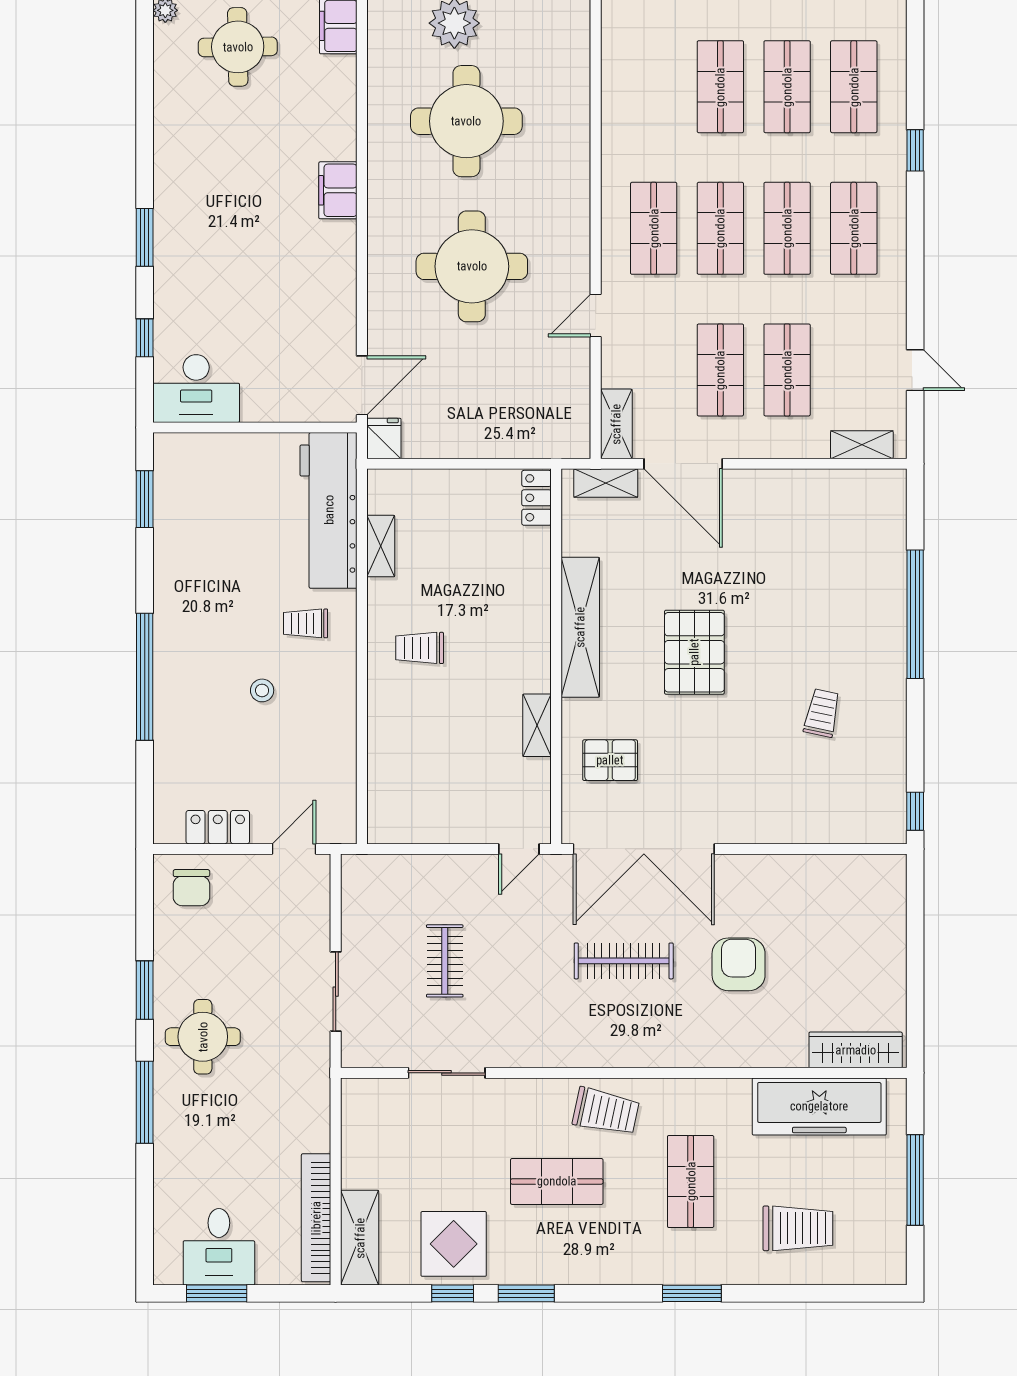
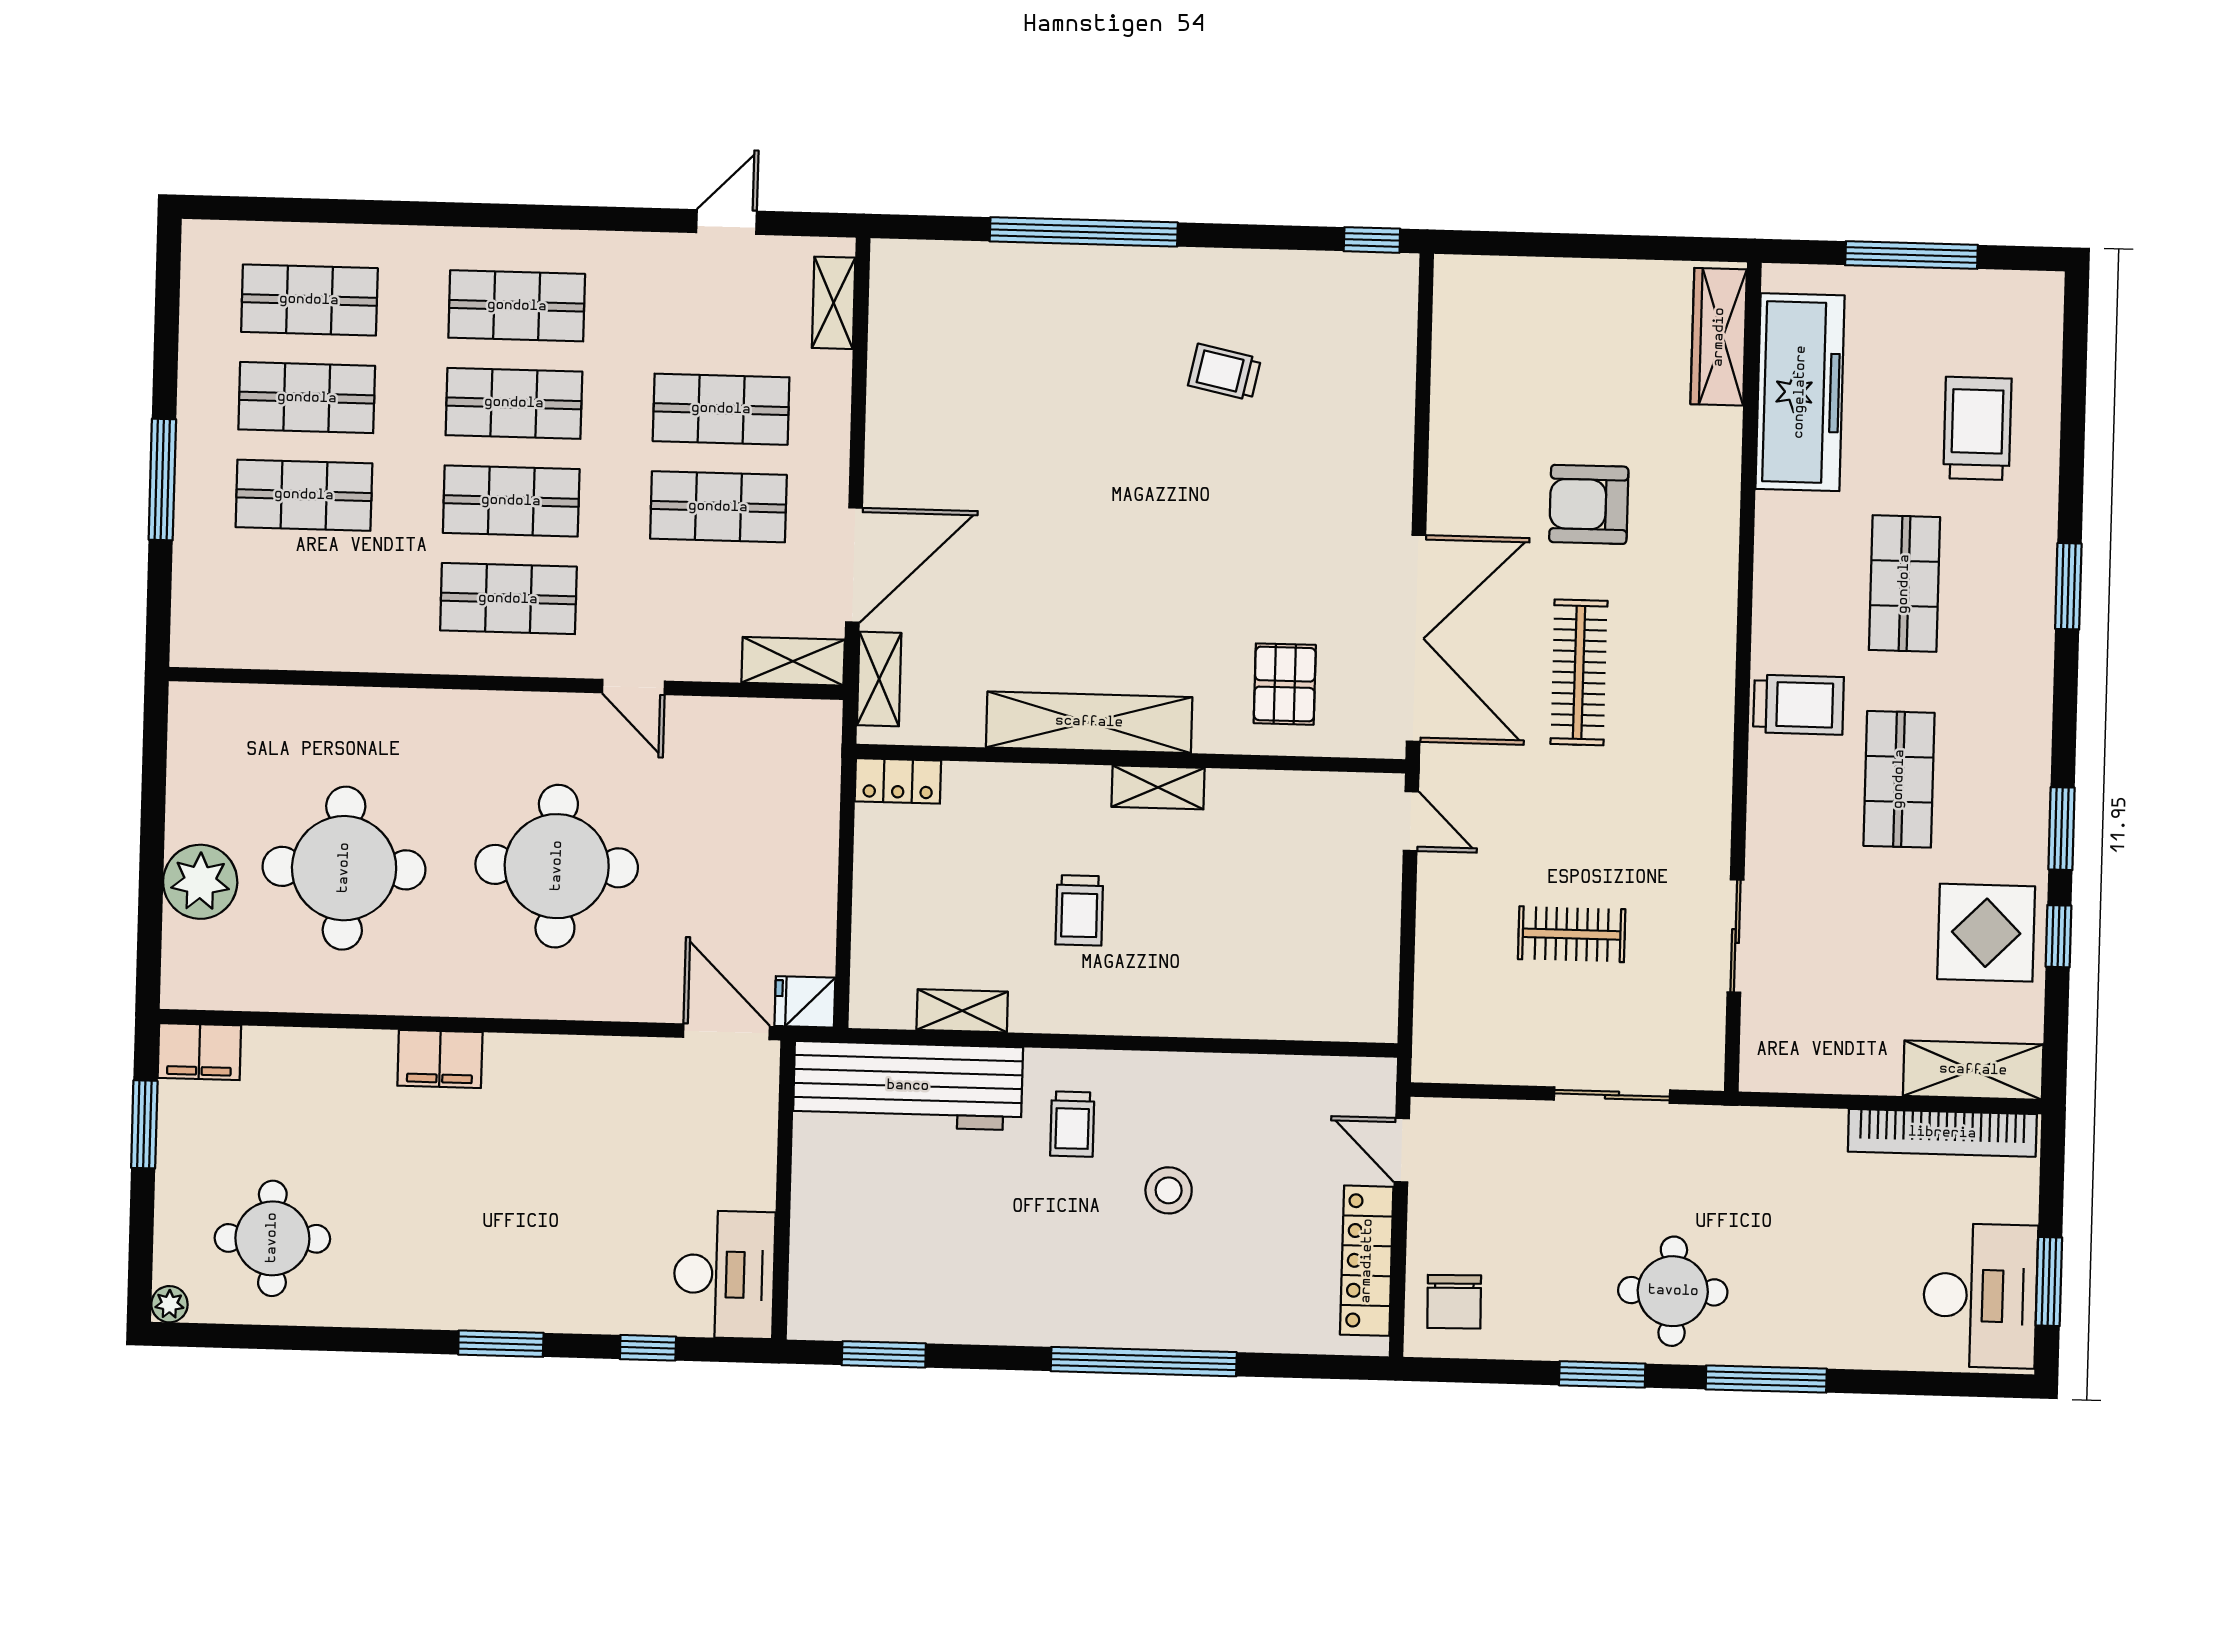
round table: (238, 47) -> (272, 1238), moved
window: (915, 150) -> (405, 213), removed
trolley: (420, 648) -> (1079, 910), moved
pallet: (694, 652) -> (1130, 556), removed
stool: (262, 690) -> (1169, 1190), width x1.37, depth x1.37
shelving: (537, 725) -> (1158, 787), moved
locker: (218, 827) -> (1367, 1261), width x1.53
chair: (191, 888) -> (1454, 1302), turned 89
trolley: (606, 1111) -> (1799, 705), turned 78
shop shelf: (691, 1181) -> (1904, 584), turned 90
desk: (219, 1247) -> (1980, 1296), width x1.37

